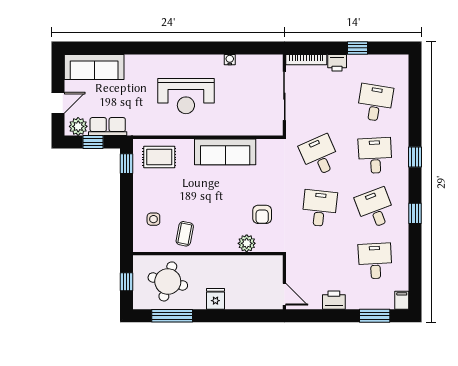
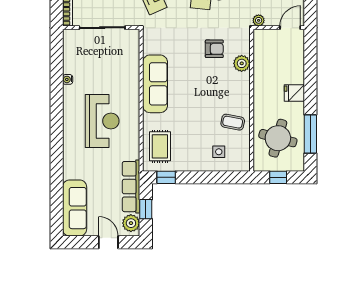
row of seats: (108, 127) -> (131, 187), width x1.48
plant: (292, 261) -> (259, 20), added

